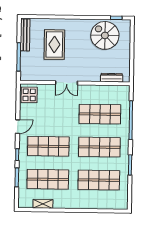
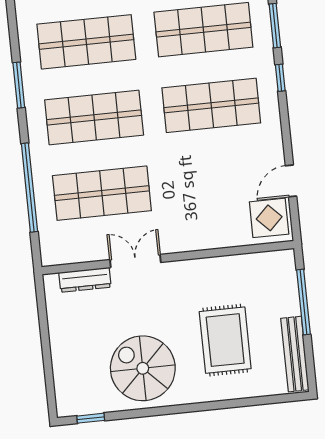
spiral stairs: (105, 35) -> (143, 368), moved, turned 180
double door: (67, 83) -> (135, 261), moved
door: (18, 127) -> (291, 181), moved

